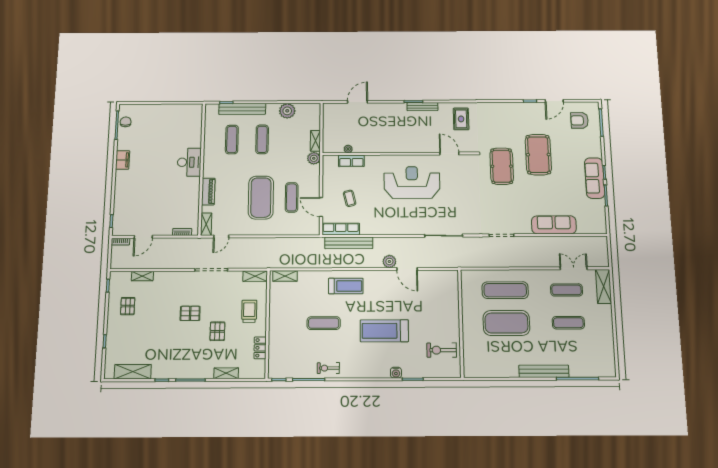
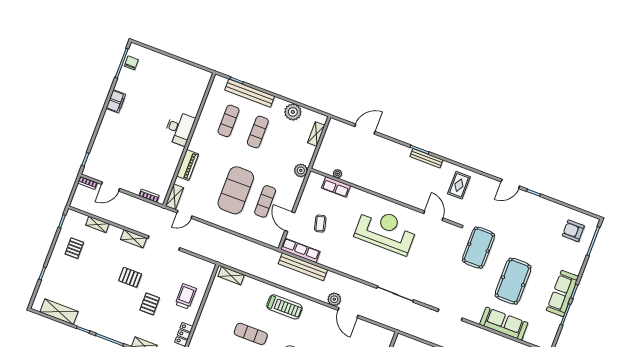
door: (554, 101) -> (510, 184), moved
shelving: (315, 141) -> (316, 134), moved
pool table: (538, 155) -> (513, 281), moved
shelving: (255, 276) -> (134, 239), moved

